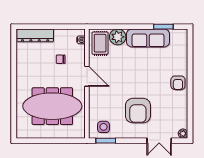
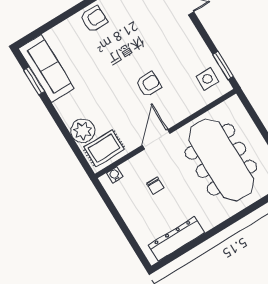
dresser: (35, 35) -> (176, 239), moved, turned -90
sofa: (148, 38) -> (46, 69), moved
armchair: (138, 111) -> (148, 84), moved, width x0.53, depth x0.53

